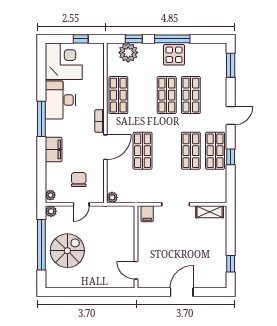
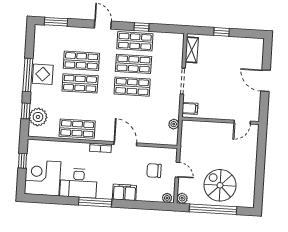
shop shelf: (143, 151) -> (132, 87), moved
plant: (112, 197) -> (174, 124), moved
window: (231, 264) -> (222, 32), moved

